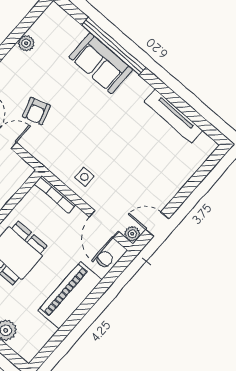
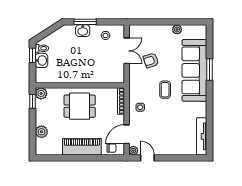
window: (114, 46) -> (210, 70), width x0.47
sofa: (101, 63) -> (194, 70), width x1.85, depth x1.27
tv unit: (173, 116) -> (202, 136), moved
coffee table: (90, 126) -> (165, 90), added

